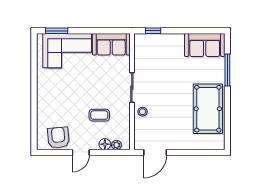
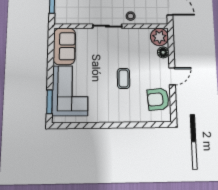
coffee table: (99, 115) -> (124, 78), moved
plant: (116, 145) -> (159, 37), width x1.88, depth x1.88
door: (81, 152) -> (172, 76), hinge flipped

